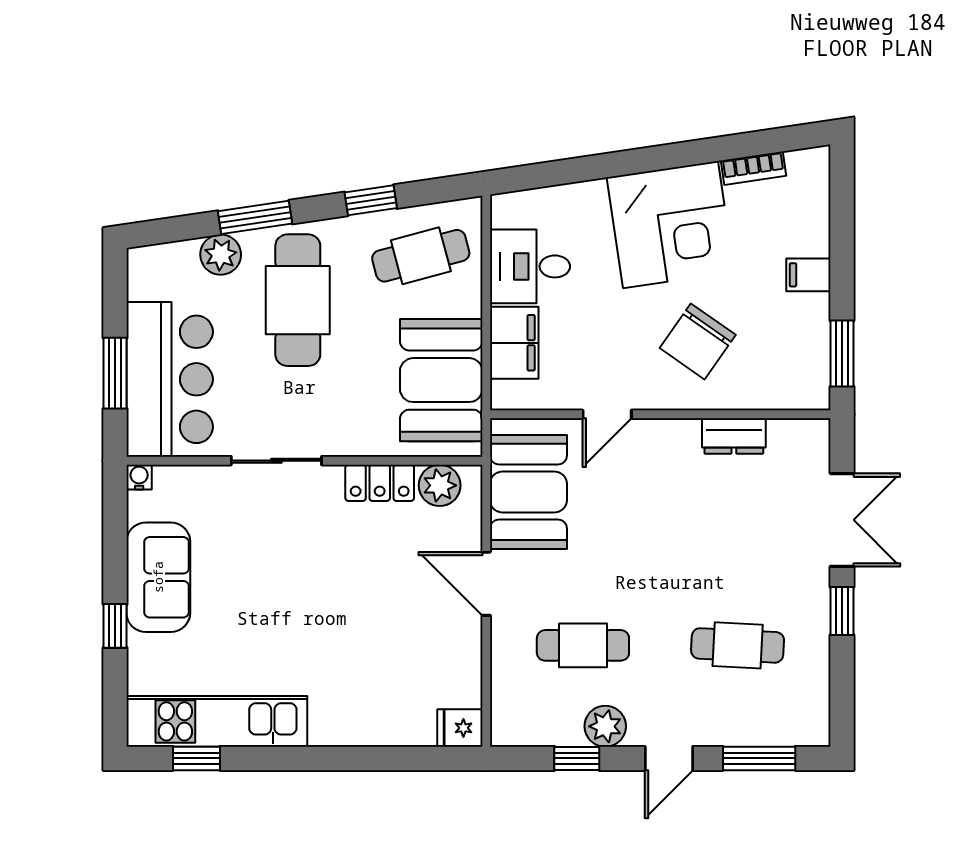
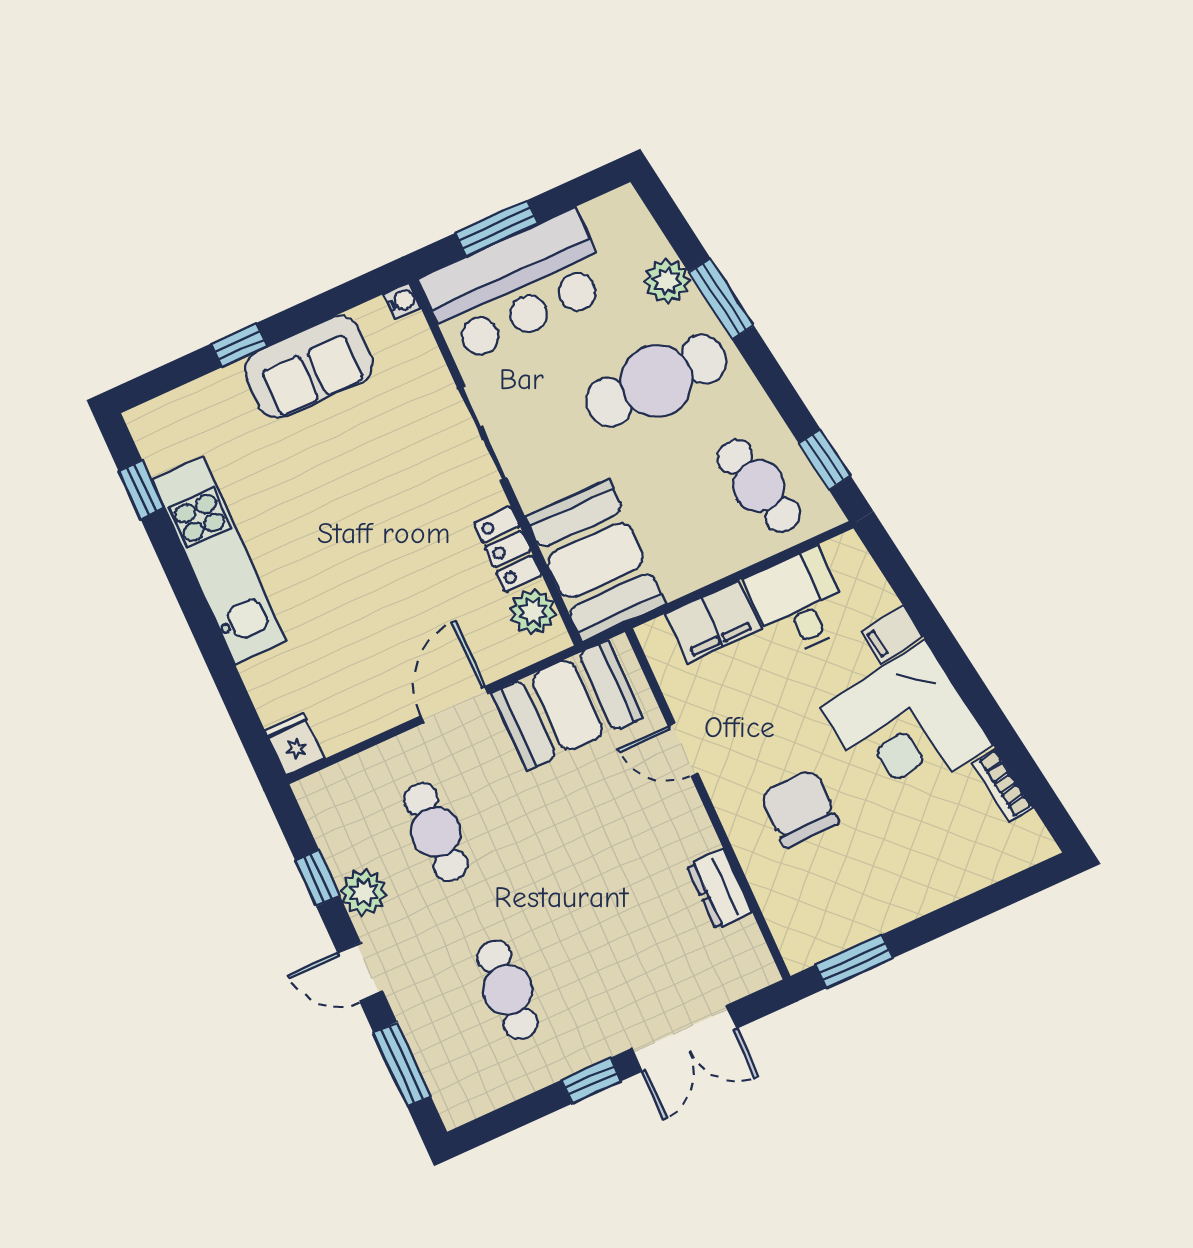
window: (371, 200) -> (825, 460), moved
filing cabinet: (808, 275) -> (892, 634), moved, turned -98
chair: (698, 341) -> (800, 808), turned 55
booth: (441, 380) -> (596, 560), moved, turned 90
kitchen unit: (217, 721) -> (219, 560), moved

